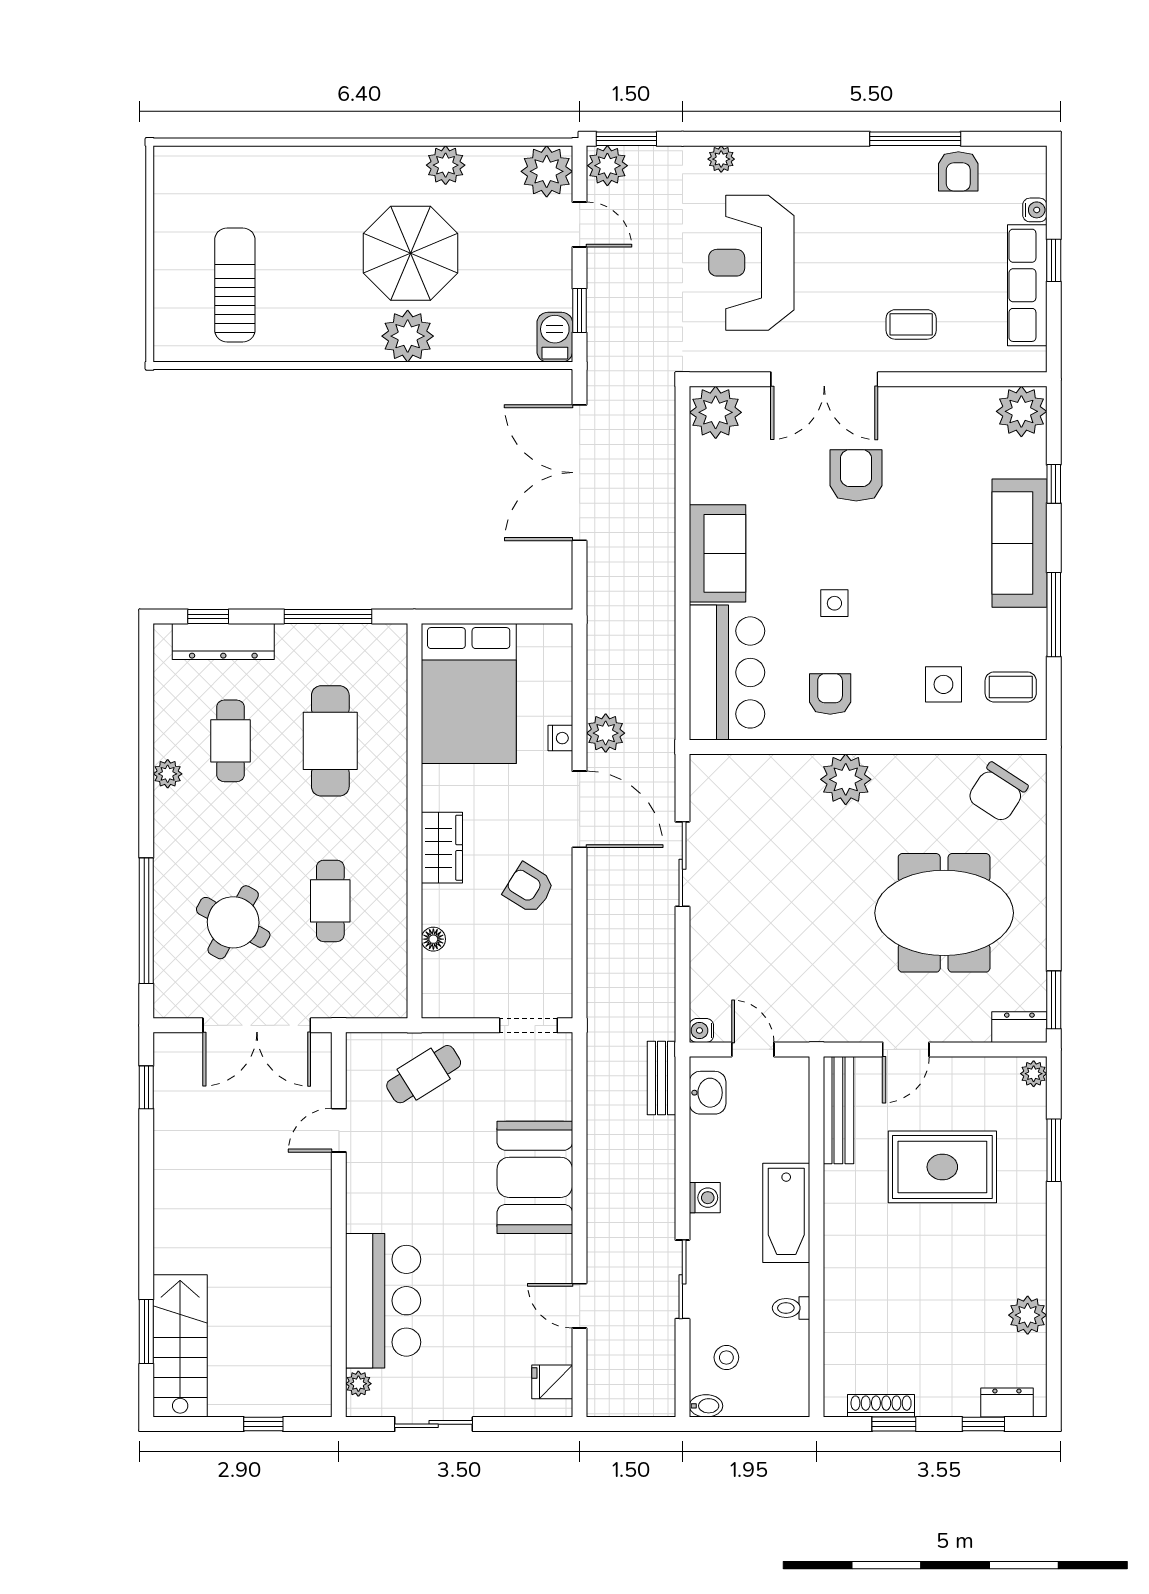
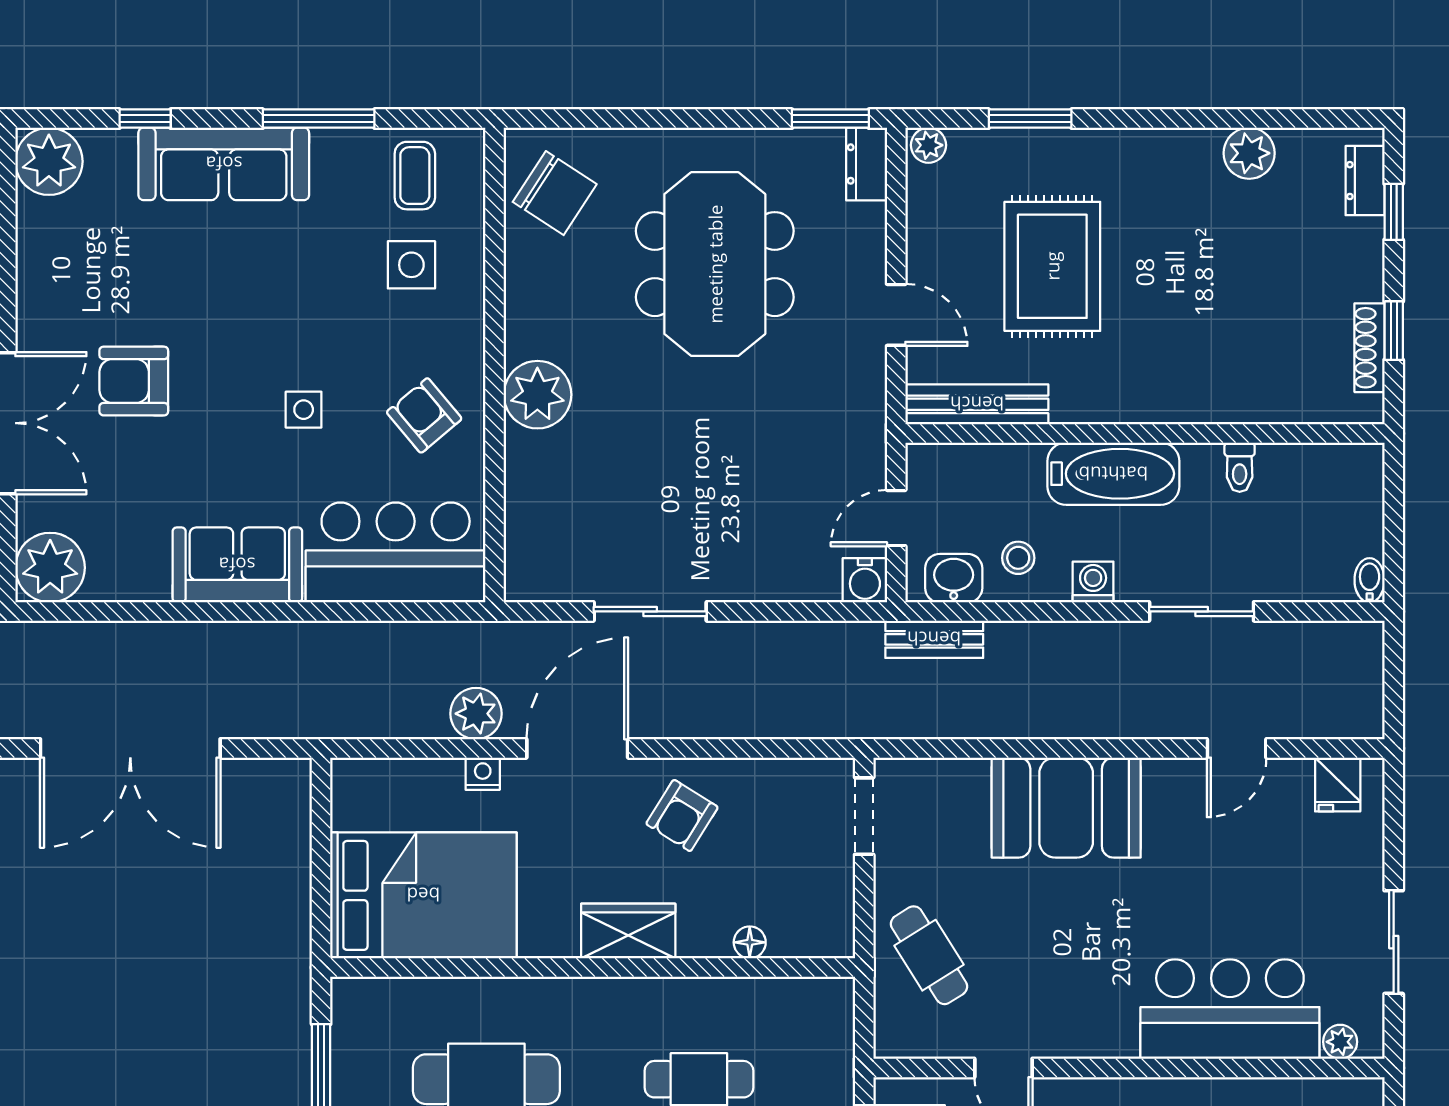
armchair: (830, 694) -> (424, 415), turned 50
water cooler: (701, 1030) -> (865, 580), width x1.38, depth x1.38
stool: (726, 1357) -> (1018, 558), moved

